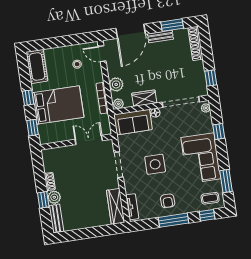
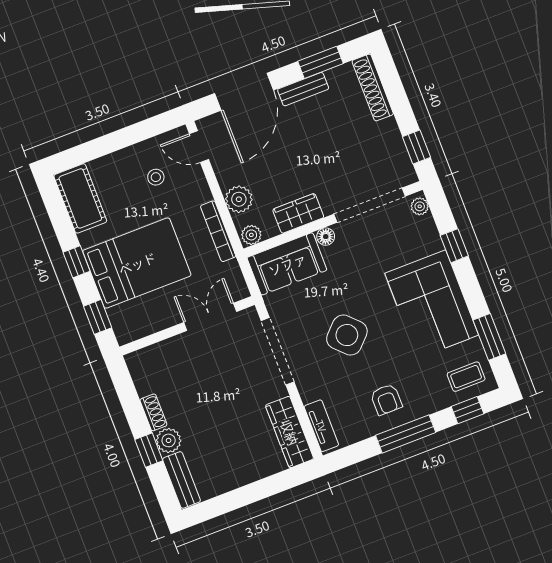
side table: (155, 164) -> (347, 335), turned 45
doorway: (119, 165) -> (278, 351), width x1.36

